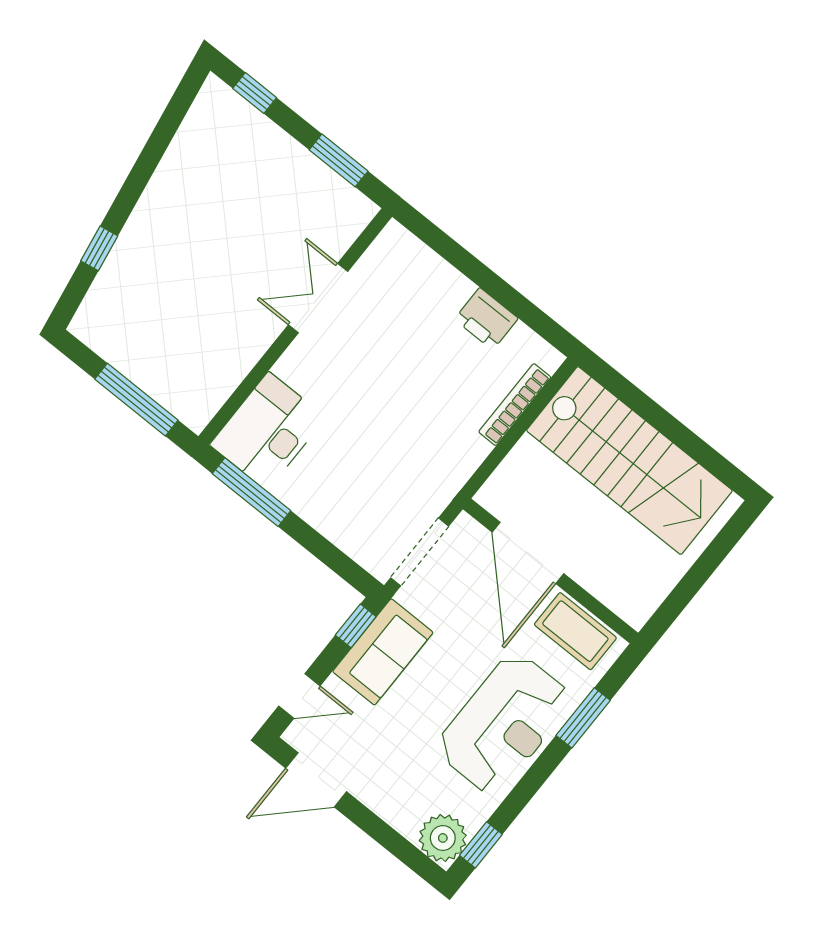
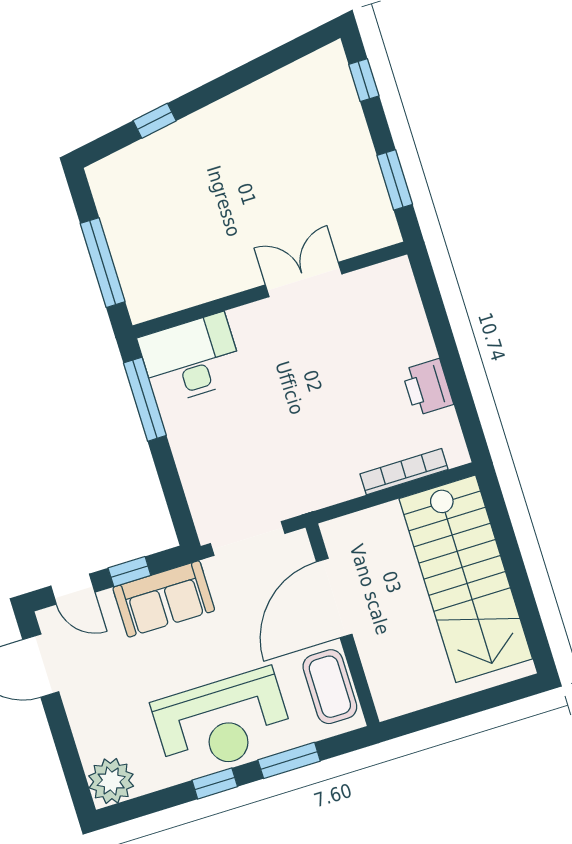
window: (356, 626) -> (129, 572), moved
window: (481, 845) -> (215, 783), moved

